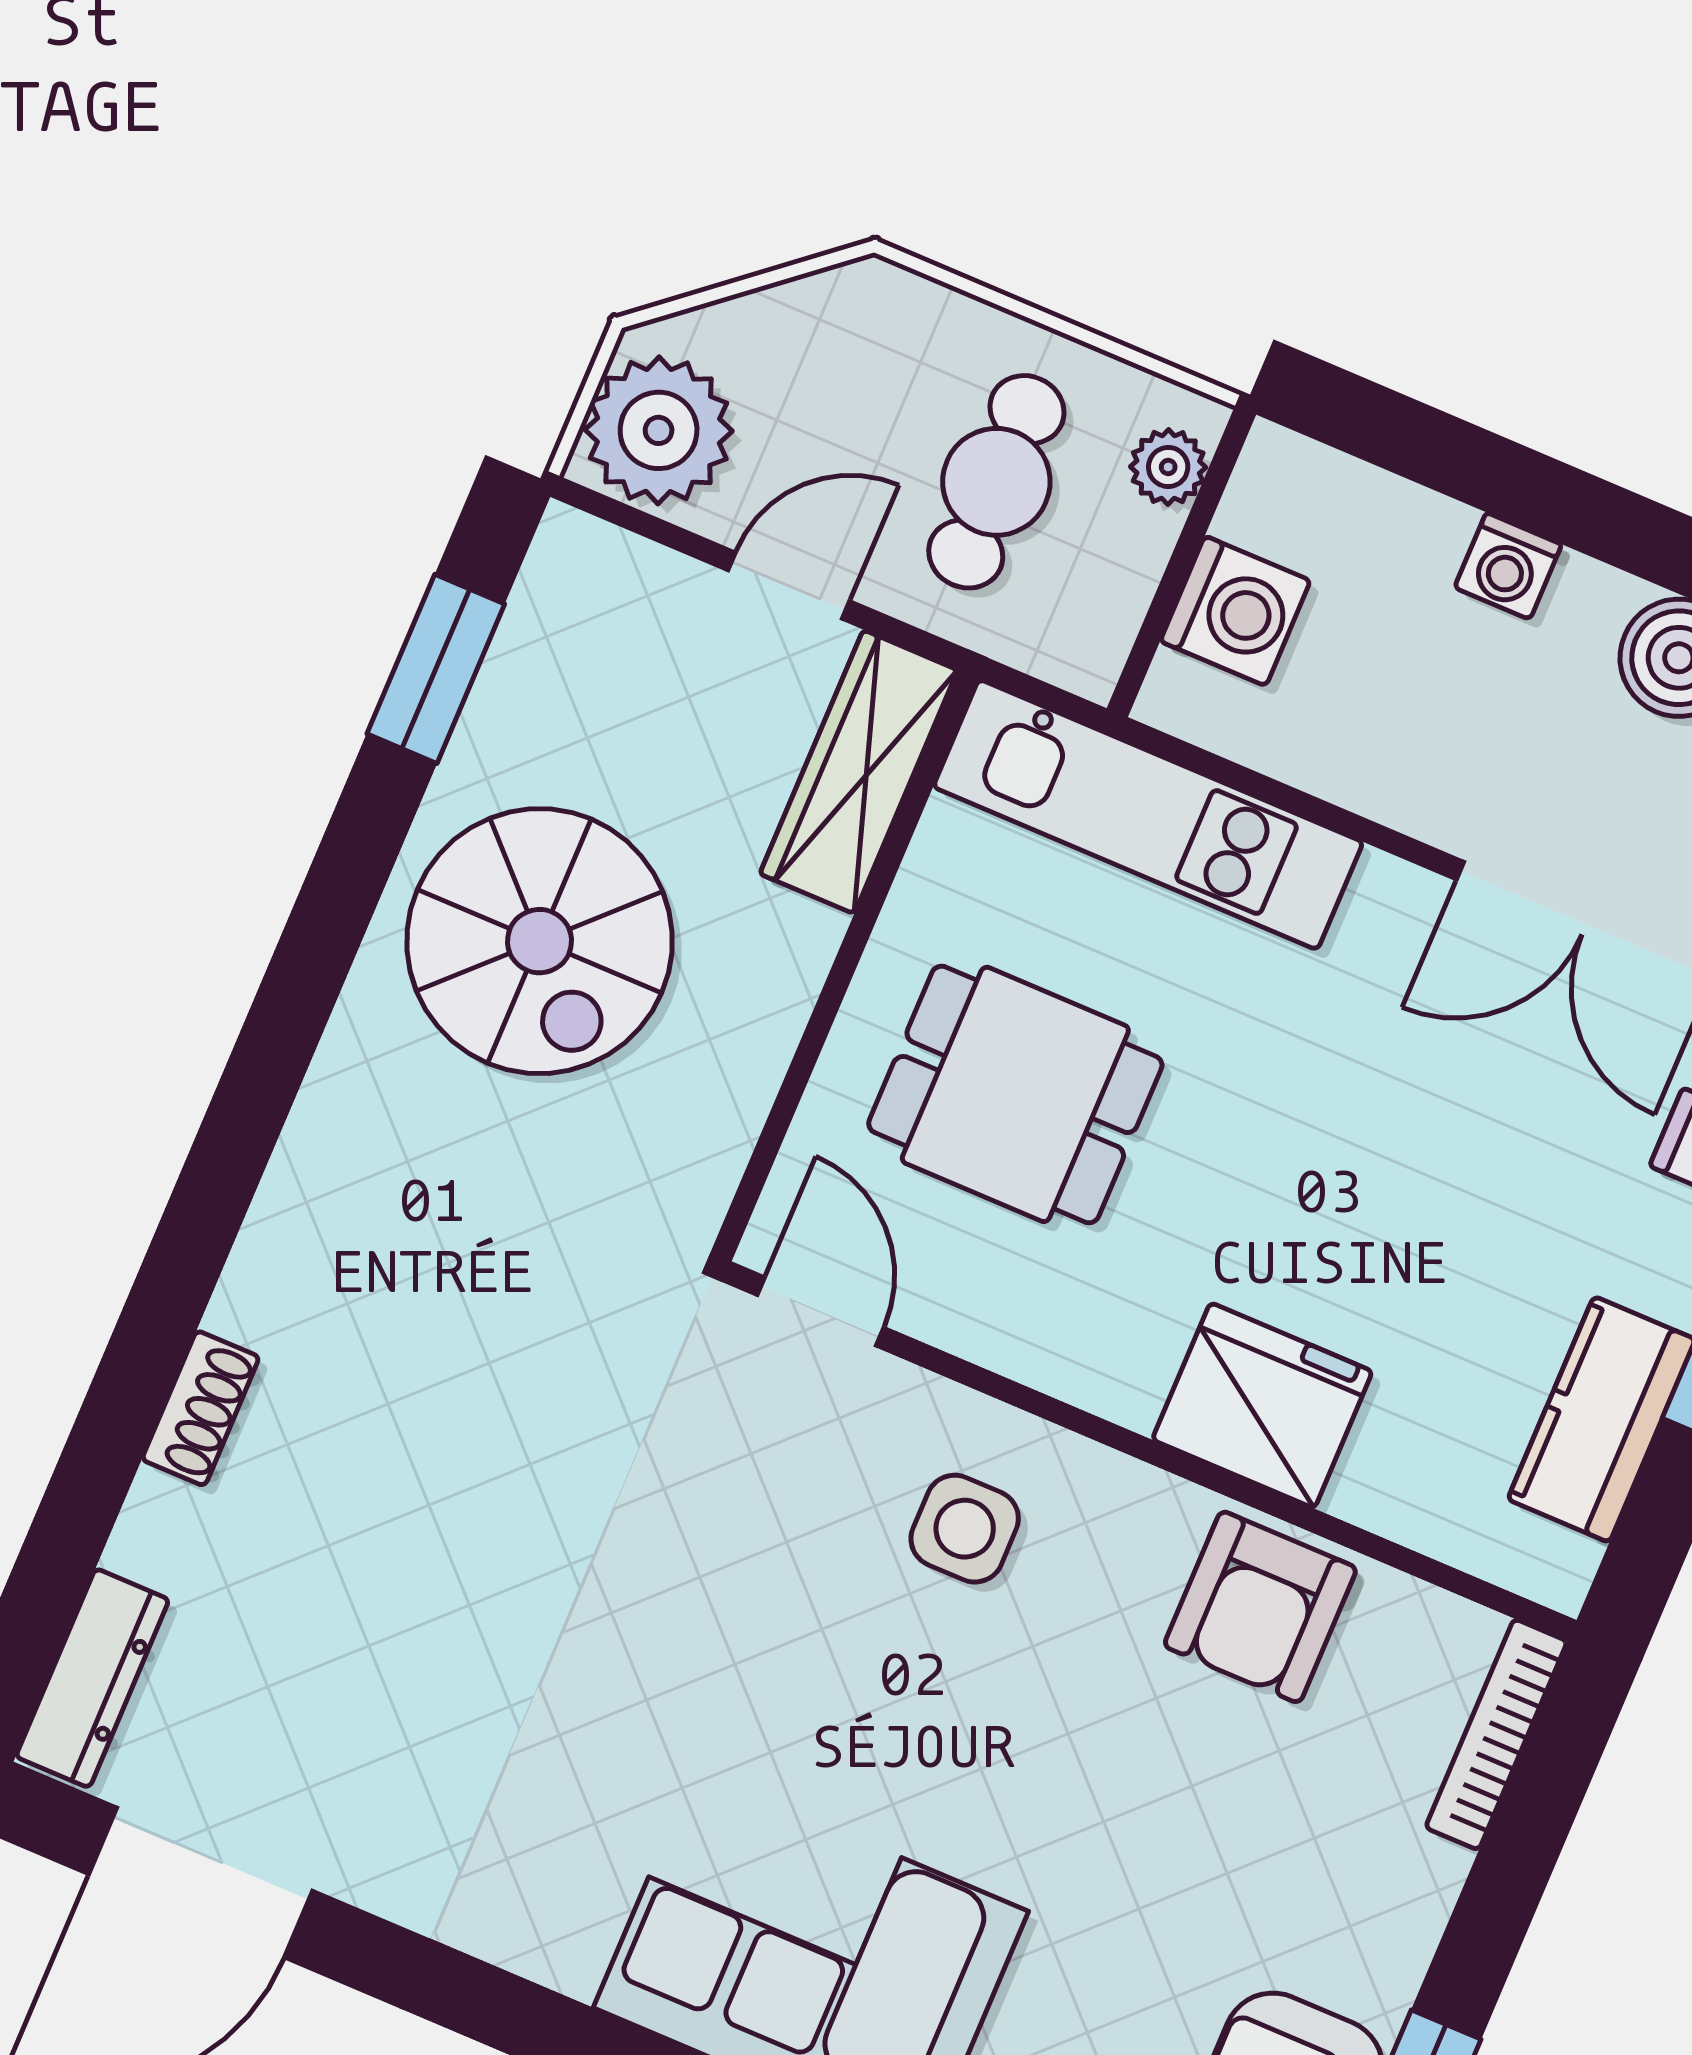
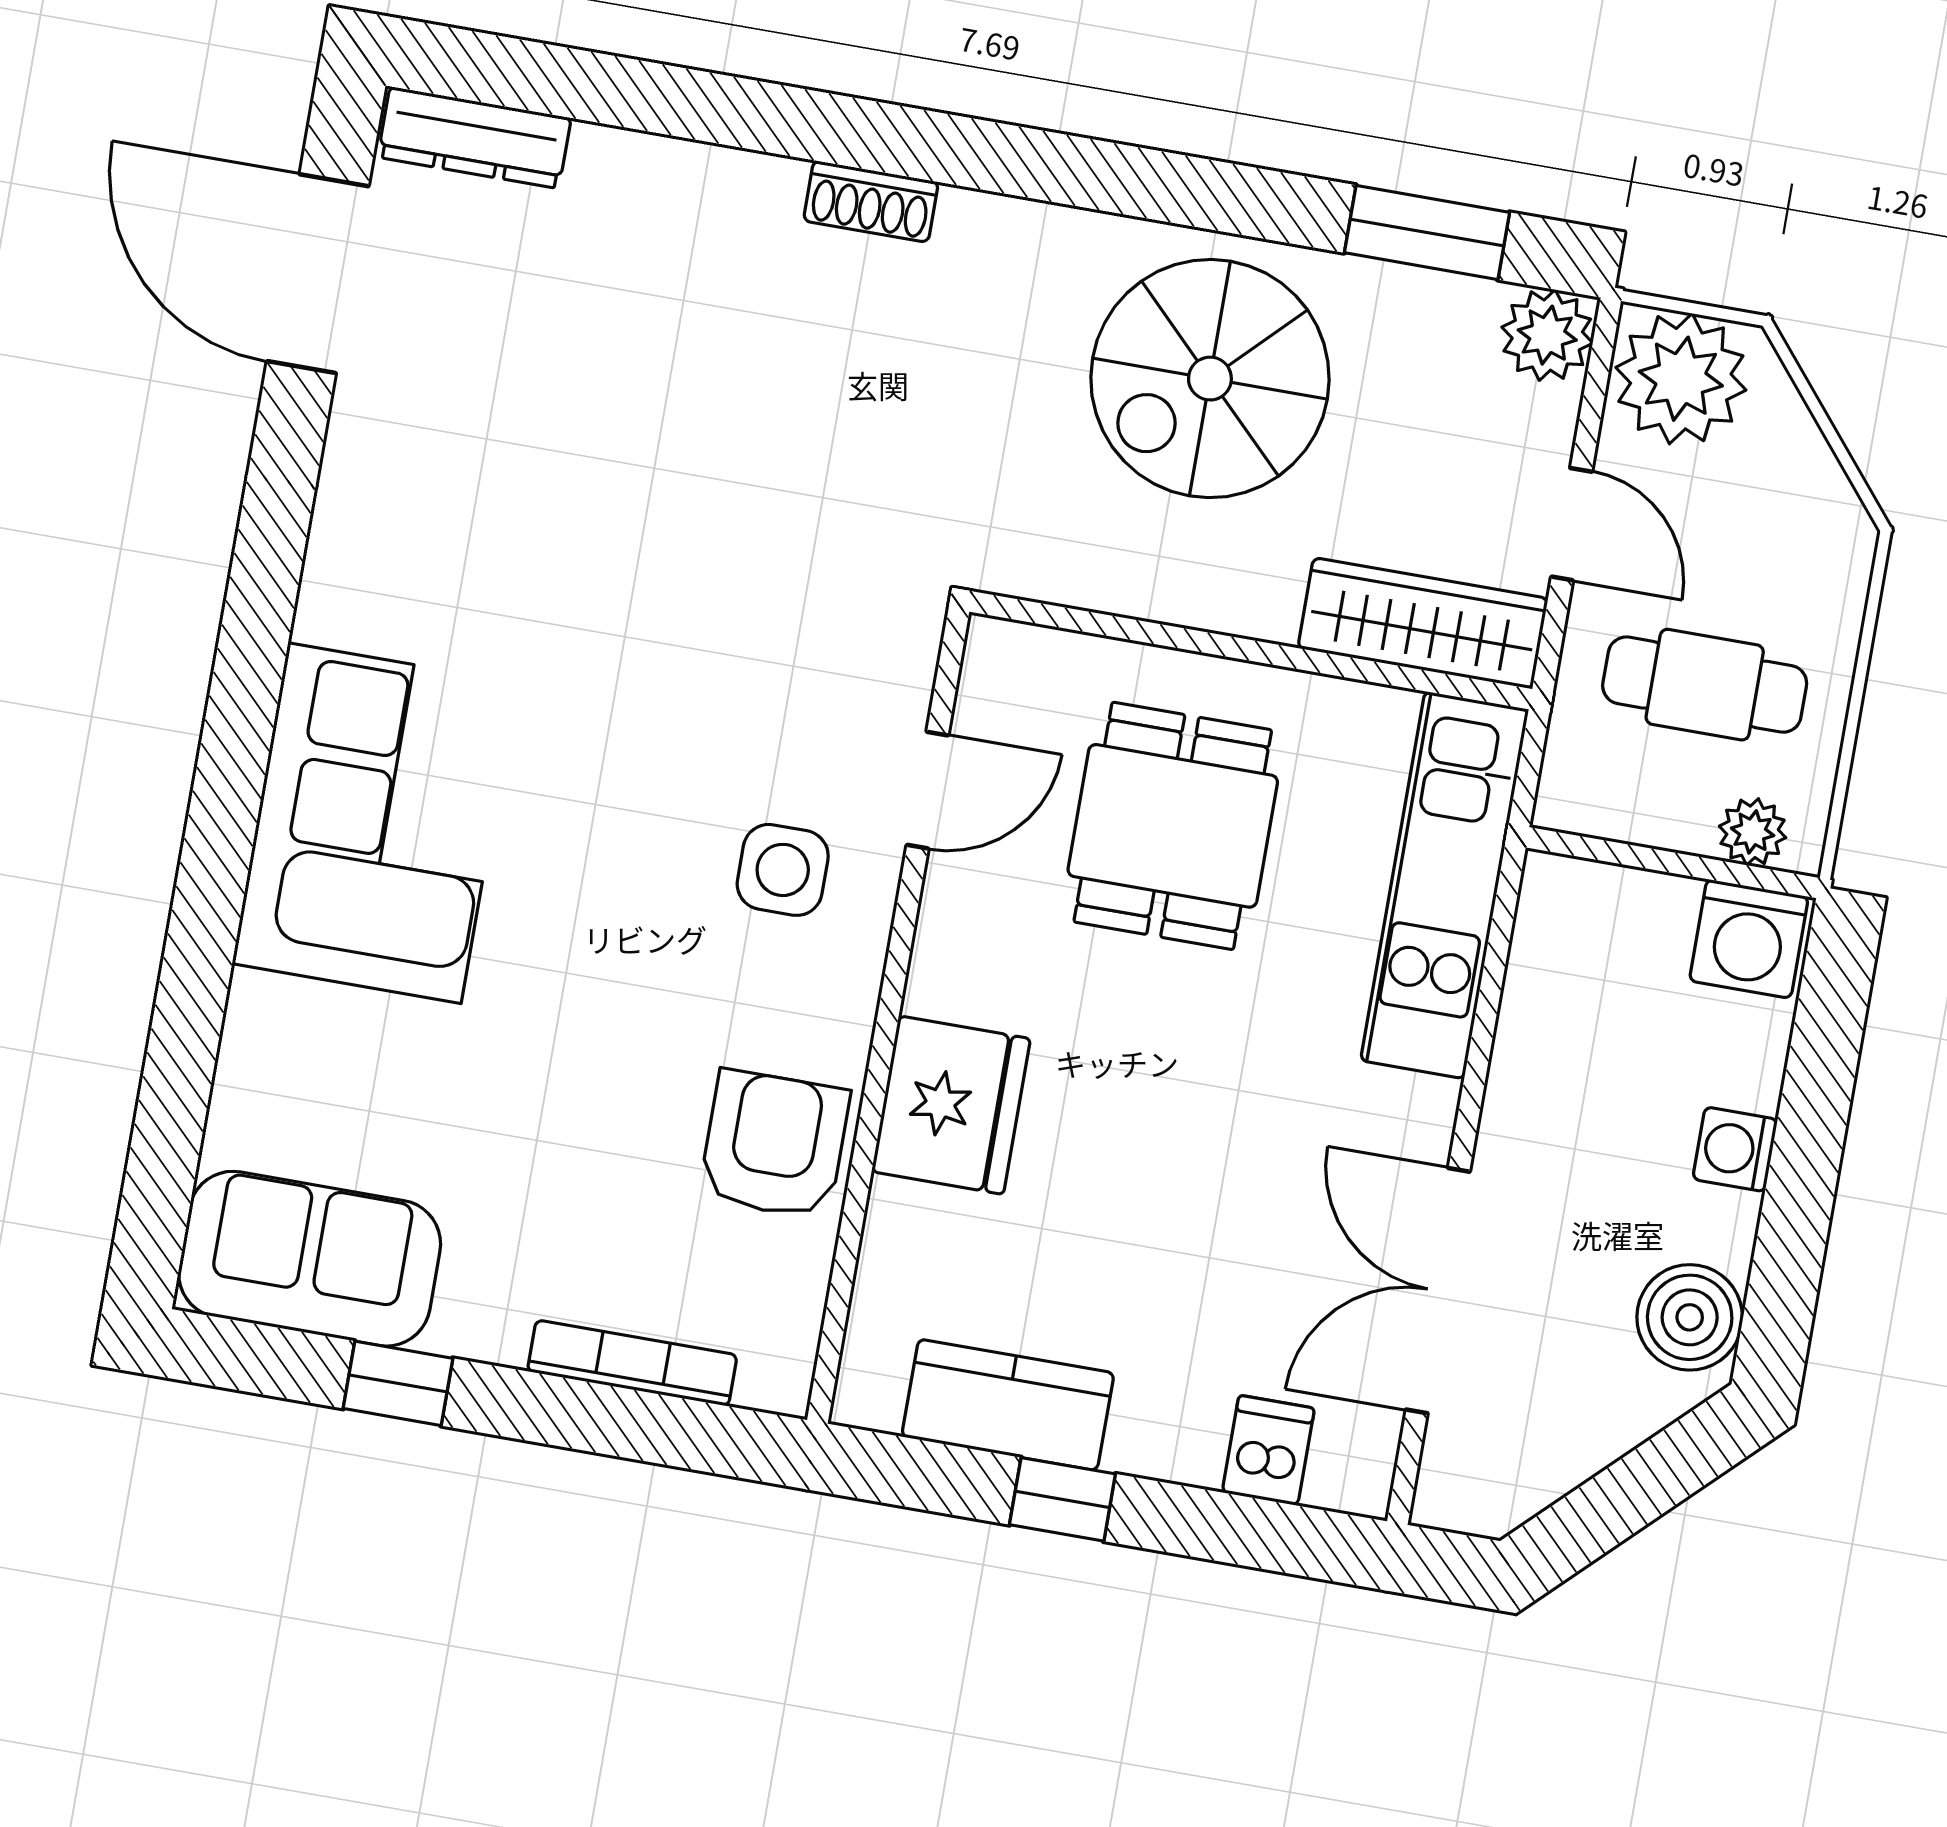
plant: (577, 564) -> (1547, 335), added
washing machine: (1235, 611) -> (1749, 939), moved
door: (820, 1311) -> (927, 790), moved
shoe rack: (201, 1408) -> (871, 201), moved
armchair: (1260, 1607) -> (774, 1144), turned 90
bookcase: (1496, 1734) -> (632, 1363), moved

